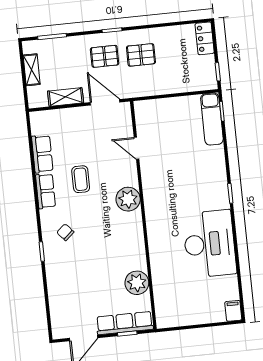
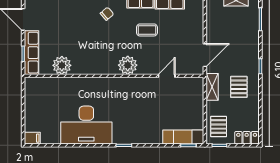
pallet: (105, 56) -> (219, 127), moved
shelving: (66, 97) -> (212, 87), moved

